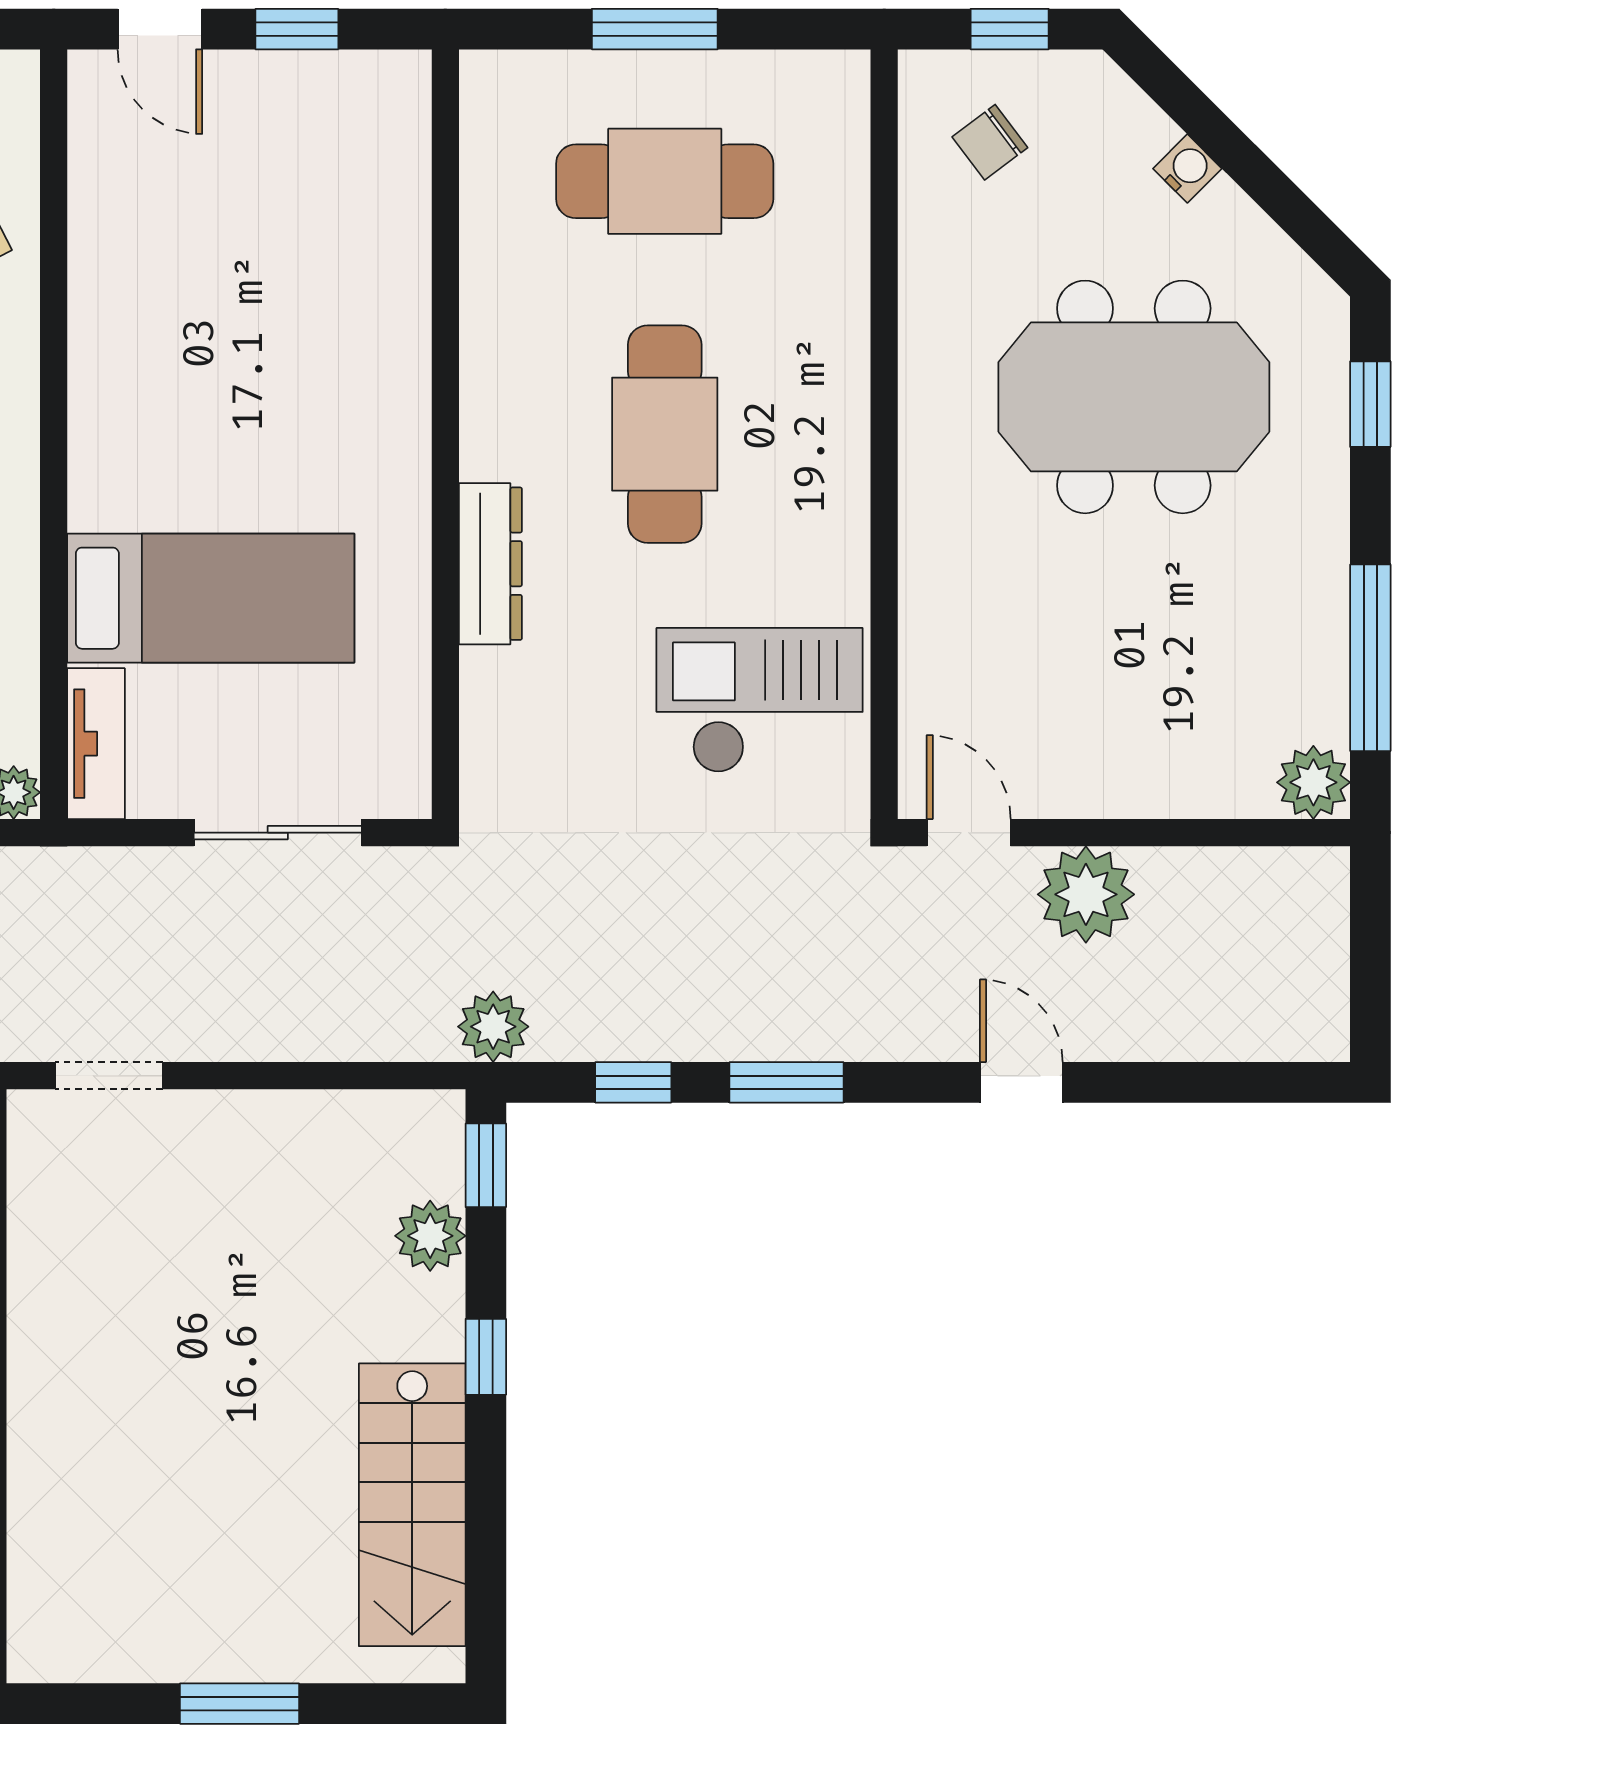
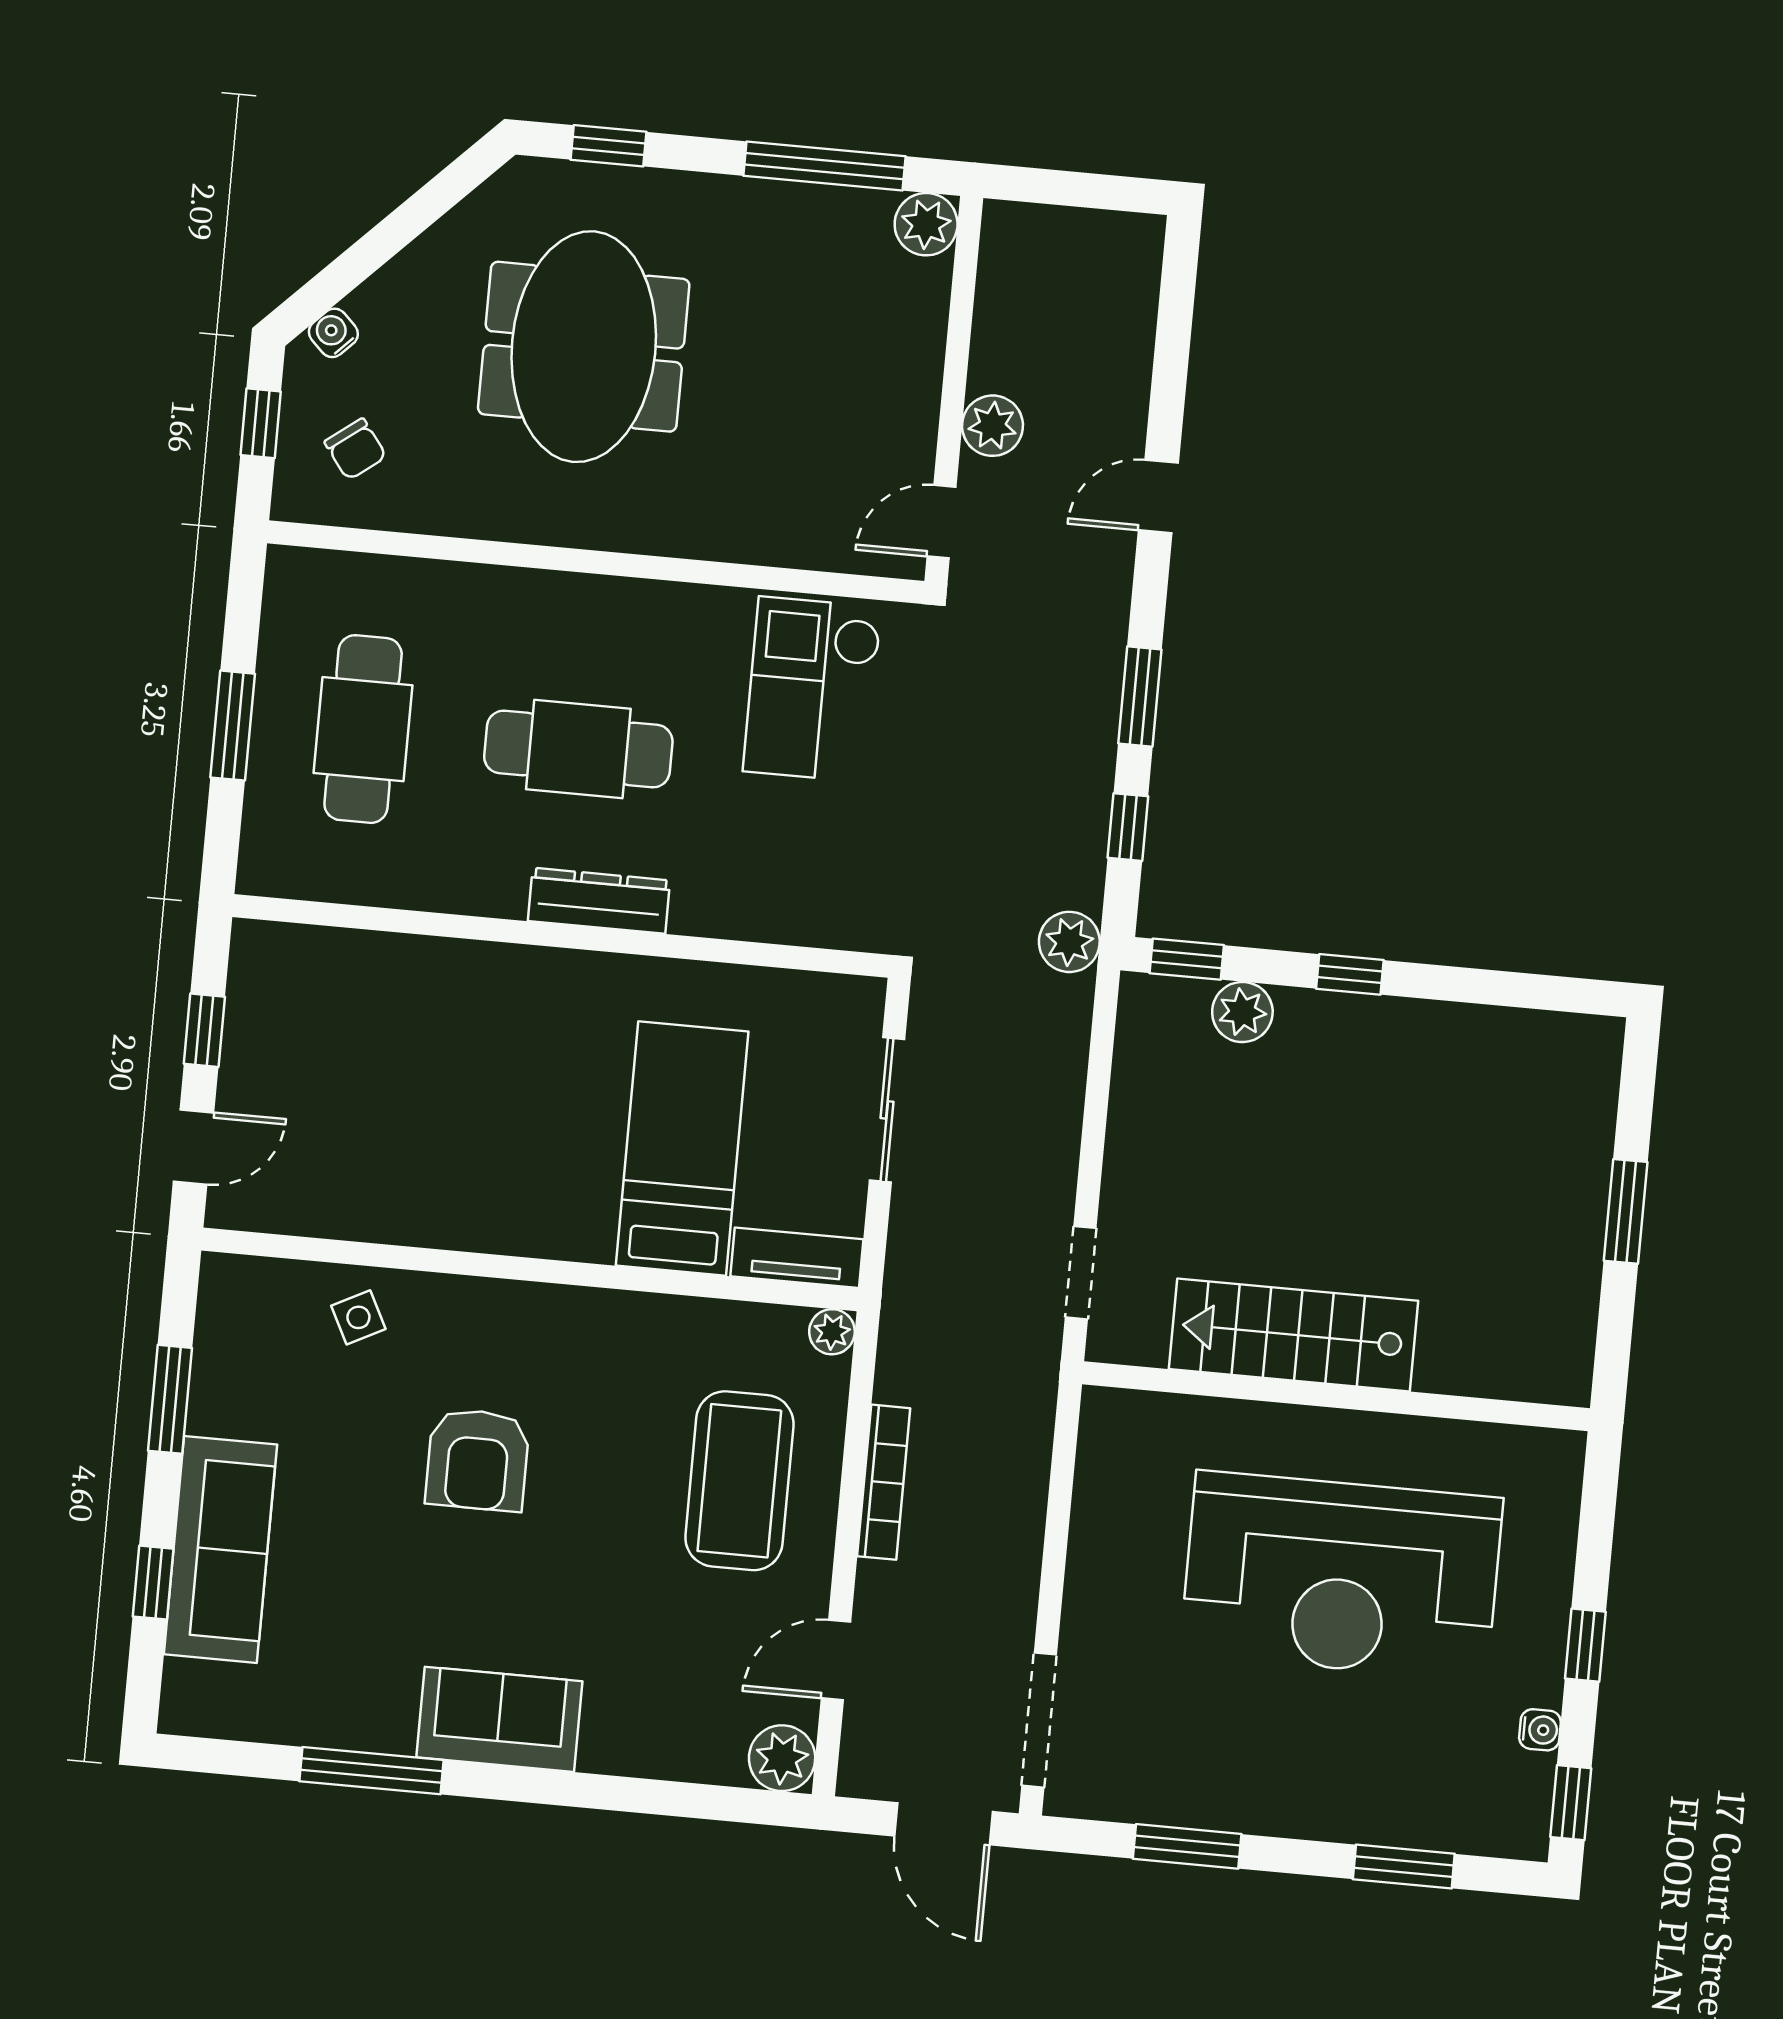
water cooler: (1187, 169) -> (333, 333), moved
dresser: (490, 564) -> (599, 901), moved
plant: (1086, 894) -> (993, 426), width x0.73, depth x0.73
stairs: (412, 1505) -> (1294, 1335), moved, turned 180

